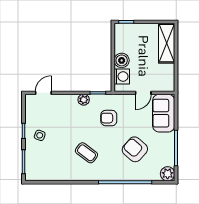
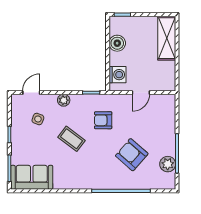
boiler: (122, 60) -> (117, 43), moved
plant: (84, 100) -> (64, 100), moved
sofa: (164, 113) -> (32, 177), moved, turned 90
side table: (40, 135) -> (38, 119), moved
coffee table: (86, 153) -> (71, 139), moved
plant: (168, 174) -> (168, 164), moved

